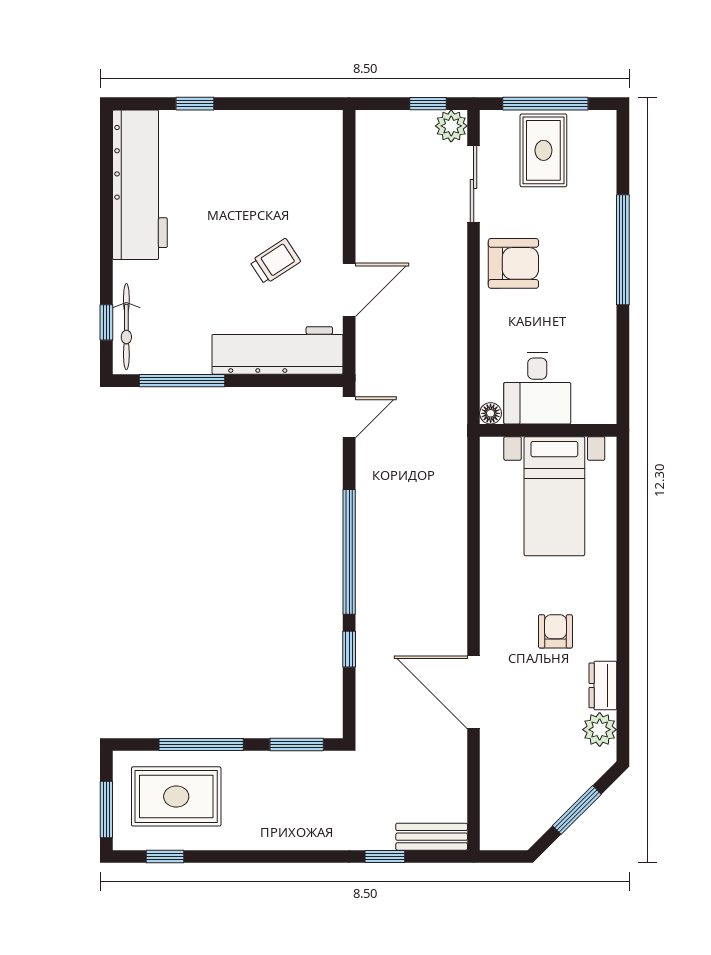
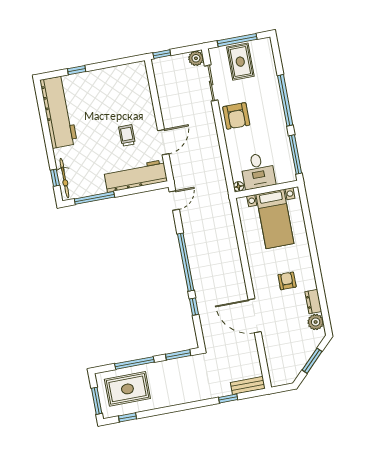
window: (428, 104) -> (162, 54), moved
trolley: (275, 261) -> (127, 135), turned -57
armchair: (513, 263) -> (236, 116), turned 90
window: (623, 368) -> (295, 154), added

